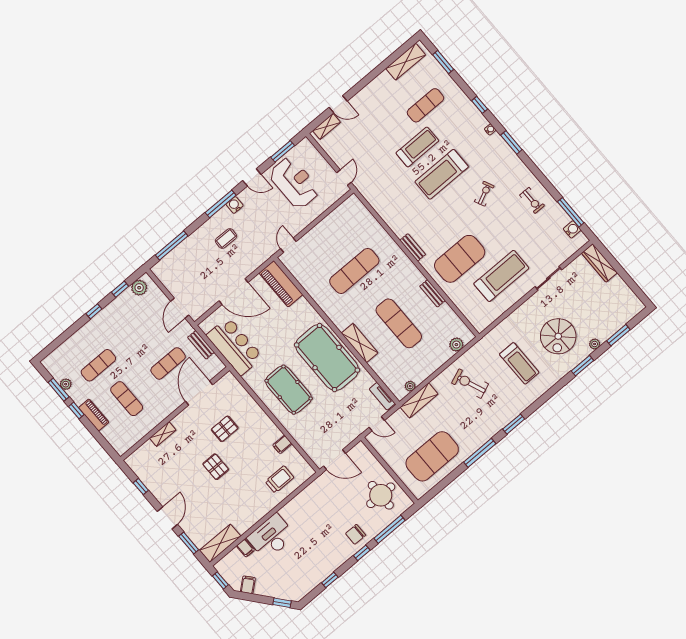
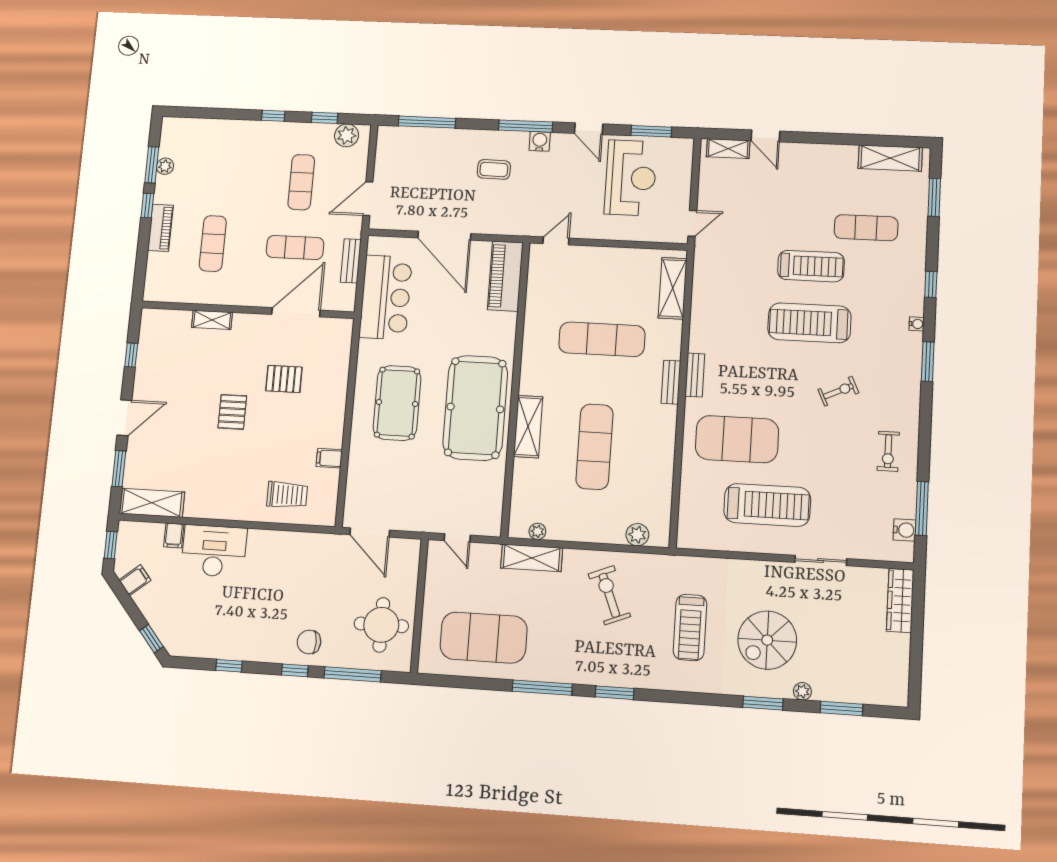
shelving: (364, 217) -> (673, 288), added
bench: (432, 293) -> (671, 382), moved
exercise mat: (98, 365) -> (301, 182), moved, turned 90
tv unit: (382, 396) -> (494, 512), removed

